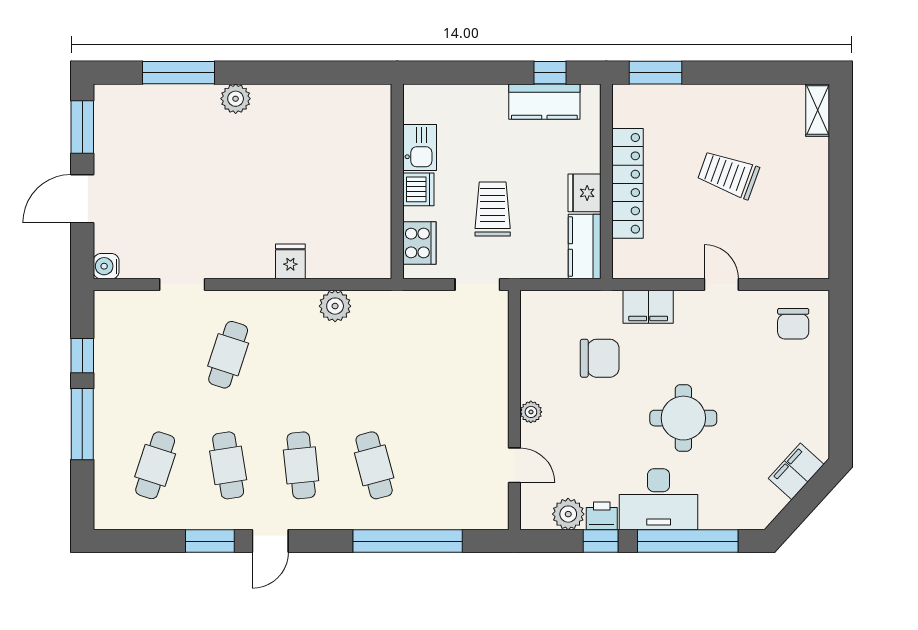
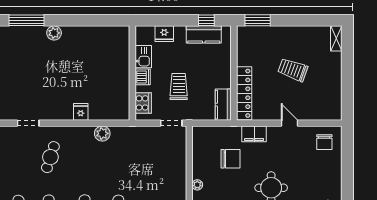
locker: (628, 183) -> (244, 93), moved
fridge: (585, 193) -> (164, 34), moved, turned -90

